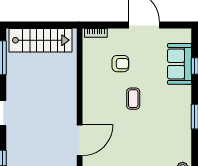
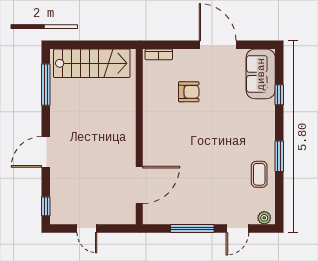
sofa: (180, 64) -> (261, 74), moved
coffee table: (133, 99) -> (259, 174), moved

